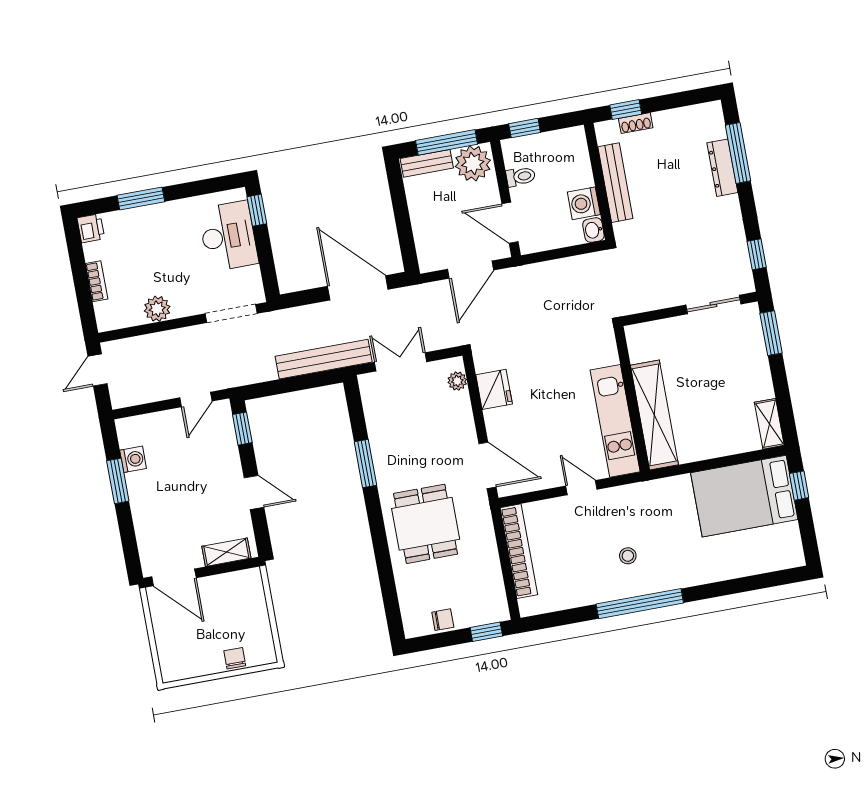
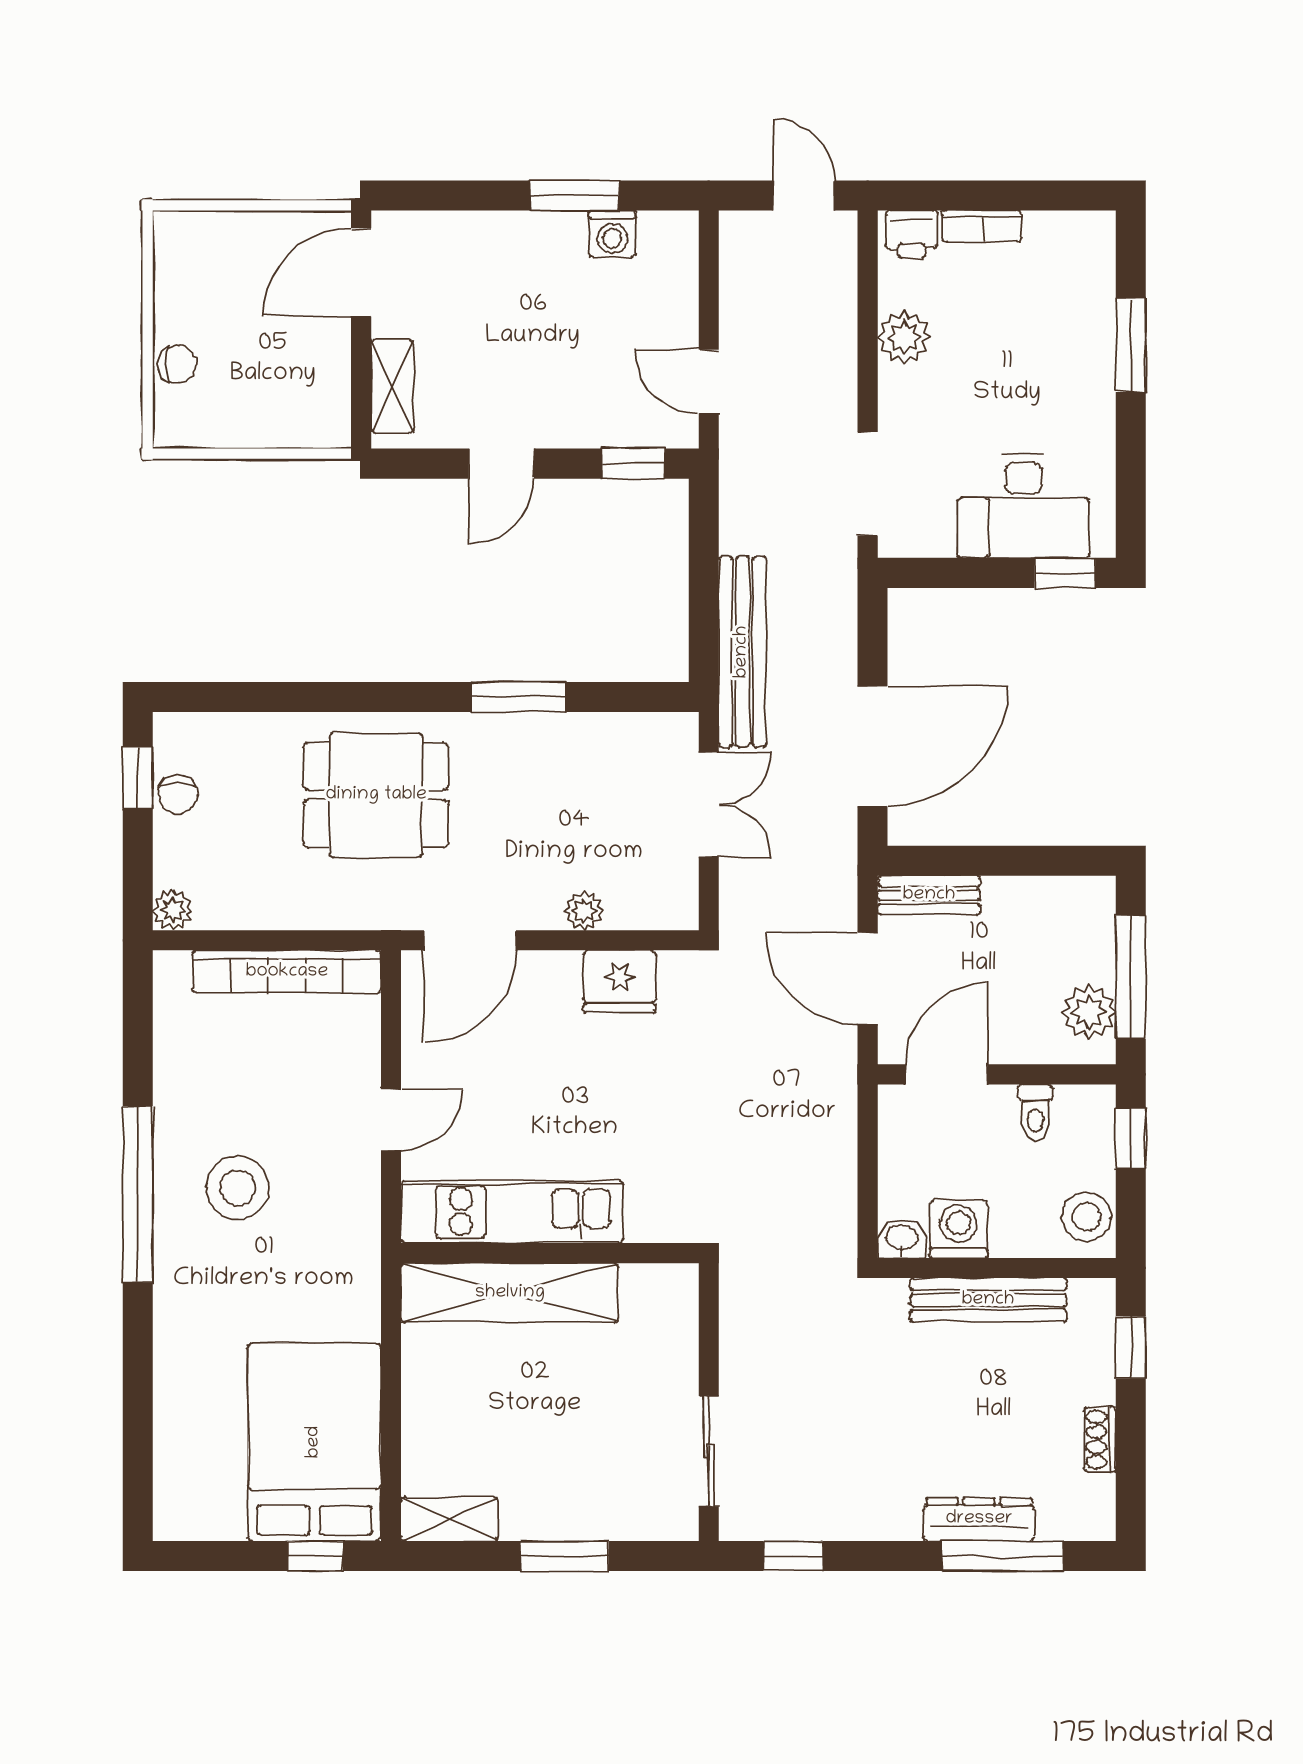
shoe rack: (636, 123) -> (1100, 1439), moved
stool: (566, 142) -> (1087, 1217), added
bench: (427, 163) -> (929, 895), moved, turned 90
plant: (473, 163) -> (1089, 1012), width x0.73, depth x0.73
printer: (91, 228) -> (912, 234), moved
window: (771, 333) -> (564, 1556), moved
plant: (457, 381) -> (584, 911), moved
stool: (628, 556) -> (238, 1188), width x1.89, depth x1.89
plant: (499, 612) -> (173, 910), added
window: (486, 632) -> (138, 777), moved

